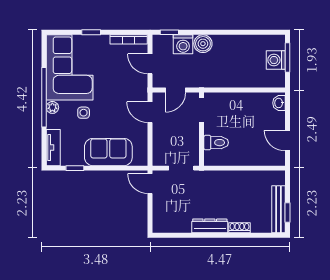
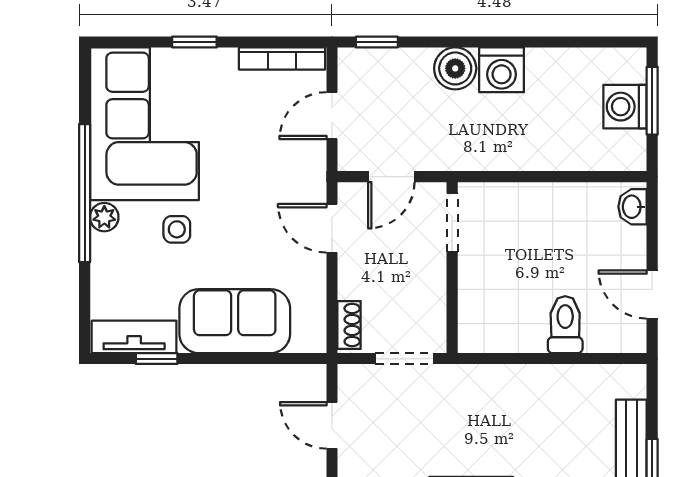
washing machine: (183, 44) -> (502, 70), moved
door: (150, 64) -> (332, 116), hinge flipped
toilet: (216, 143) -> (565, 325), moved, turned -90
tv unit: (53, 148) -> (134, 337), moved, turned -90
shoe rack: (157, 154) -> (349, 325), added
door: (150, 184) -> (332, 425), moved

